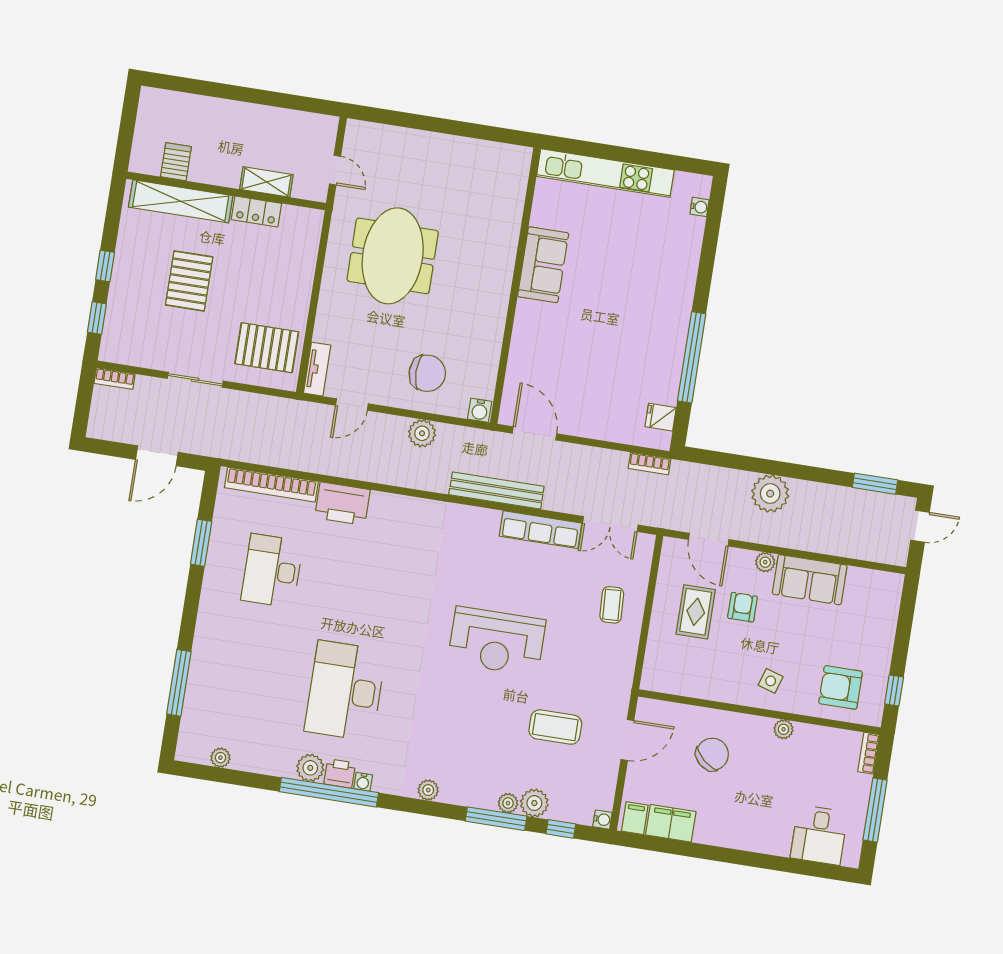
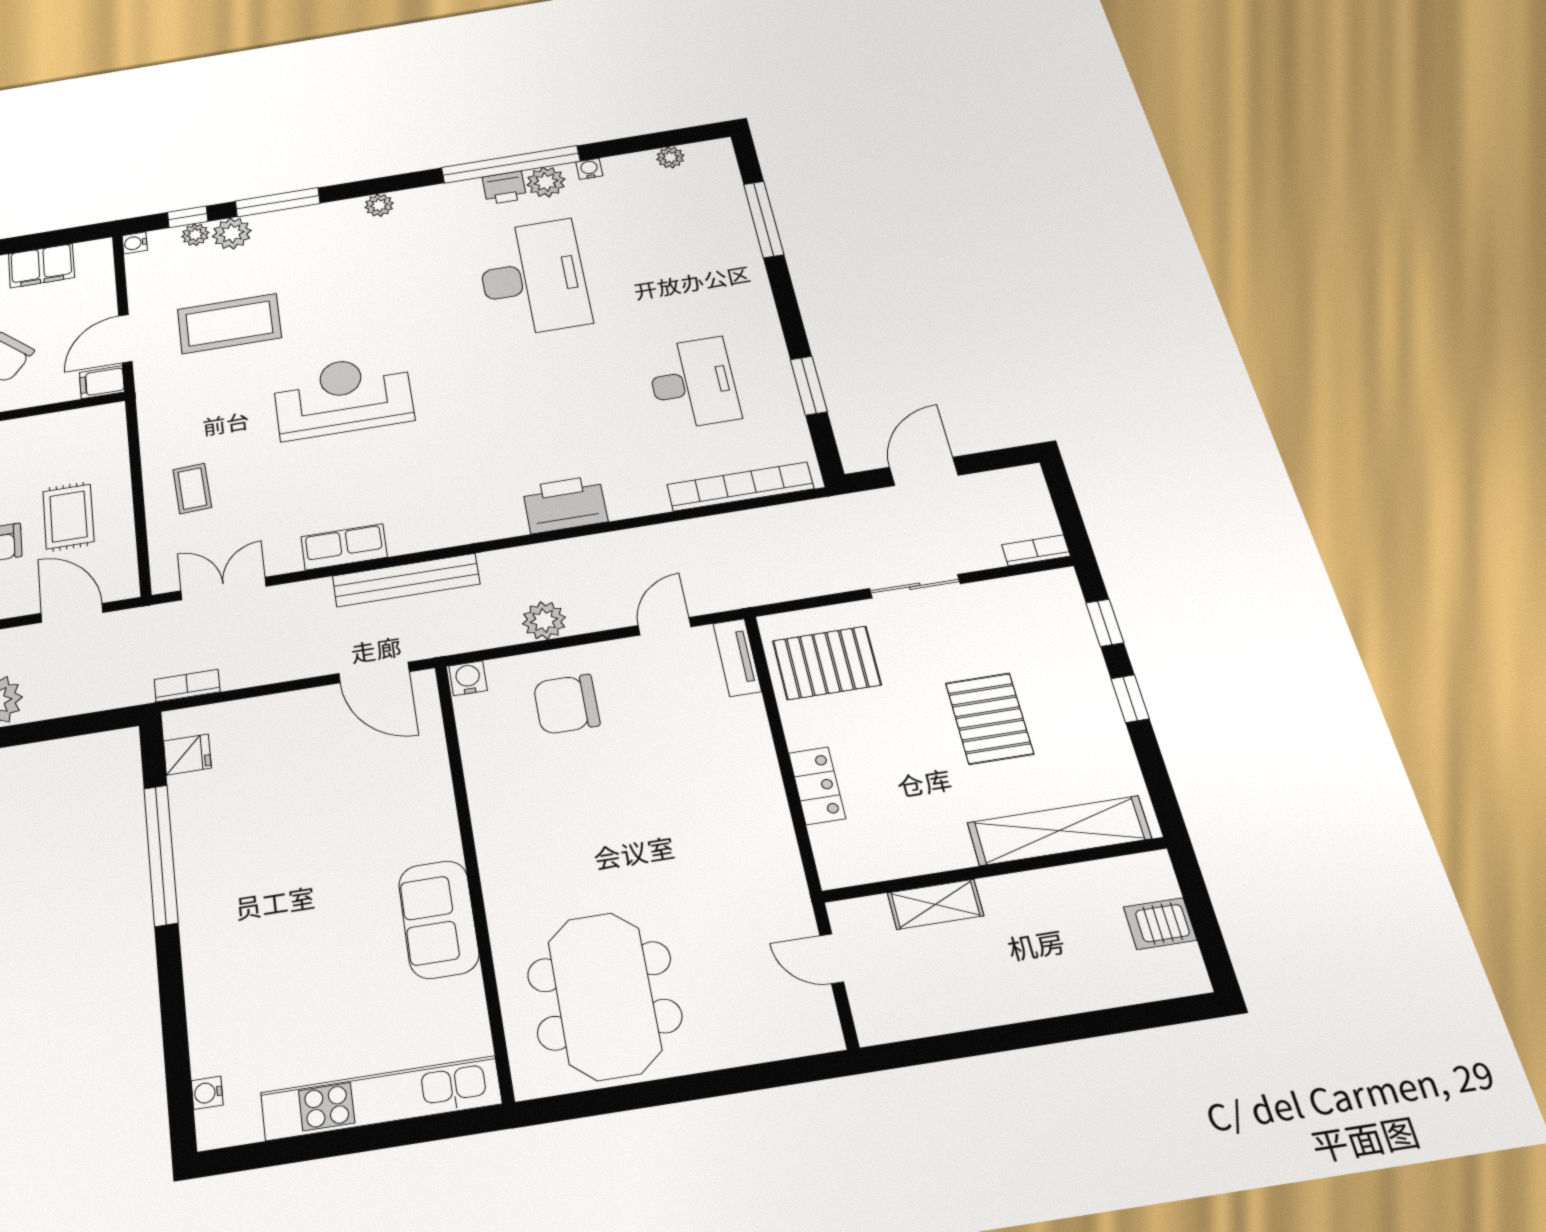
server rack: (176, 162) -> (1160, 924), moved, turned 90
locker: (256, 211) -> (817, 786), moved, turned 90
meeting table: (393, 256) -> (604, 995), moved
printer: (342, 504) -> (565, 504), moved
row of seats: (540, 530) -> (344, 547), width x0.68
coffee table: (555, 727) -> (229, 324), width x1.36, depth x1.32
water cooler: (363, 782) -> (589, 169), moved
plant: (508, 803) -> (195, 235), moved
filing cabinet: (635, 818) -> (102, 382), moved, turned 90

